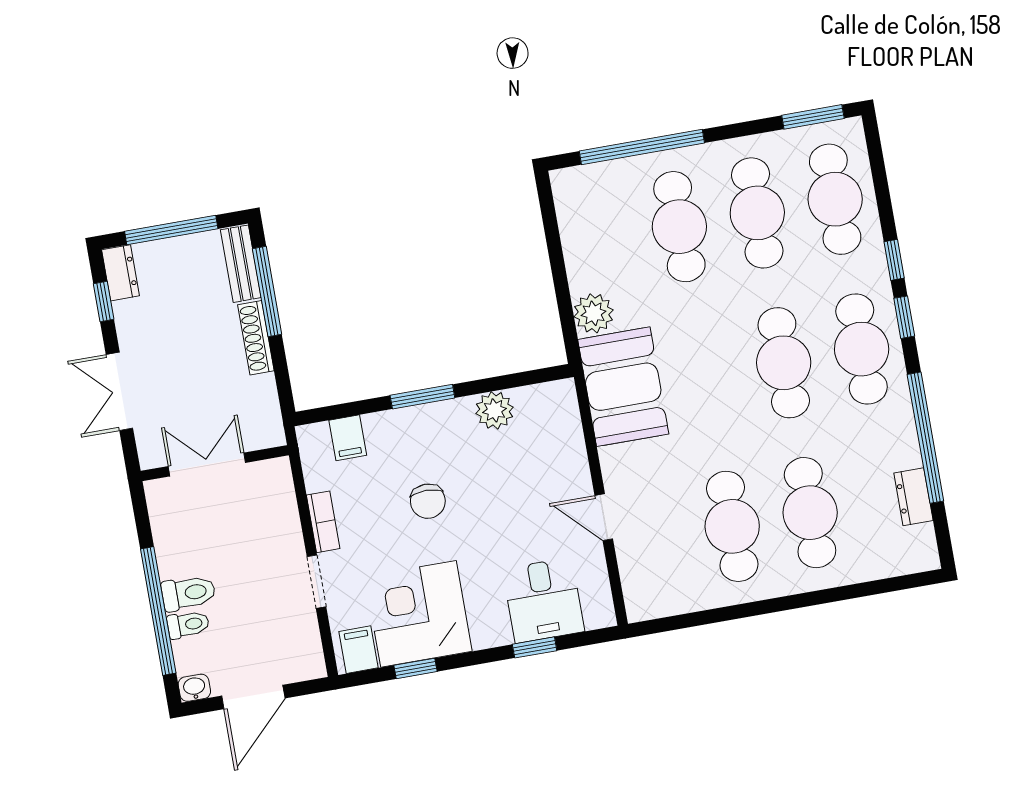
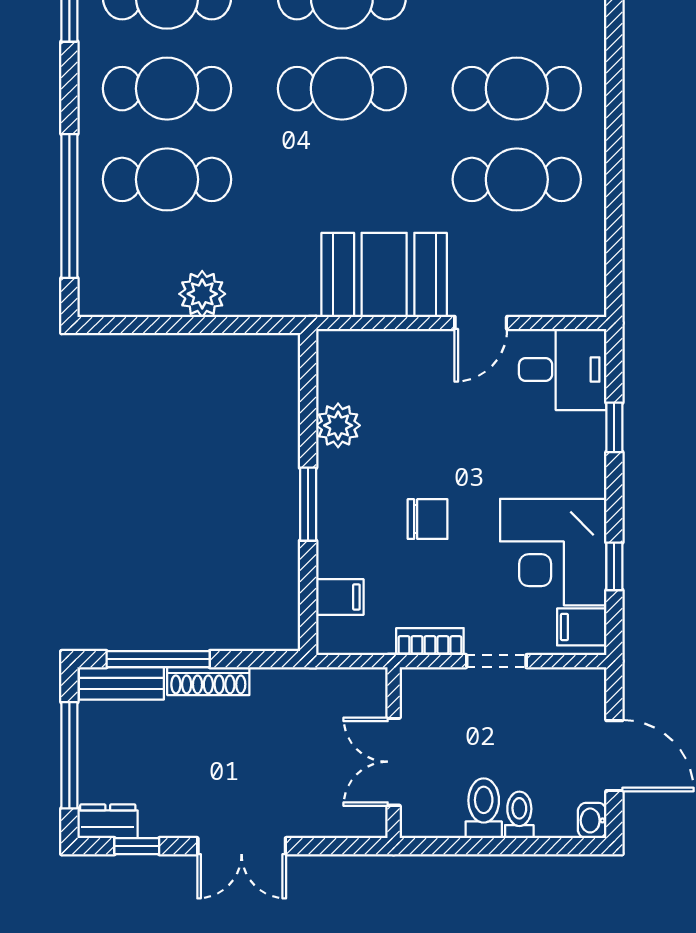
plant: (594, 313) -> (202, 294), moved
booth: (623, 387) -> (384, 275), moved
wall: (215, 463) -> (394, 753), moved
double door: (207, 464) -> (394, 762), moved
desk: (543, 600) -> (563, 370), moved
window: (158, 611) -> (498, 846), removed

